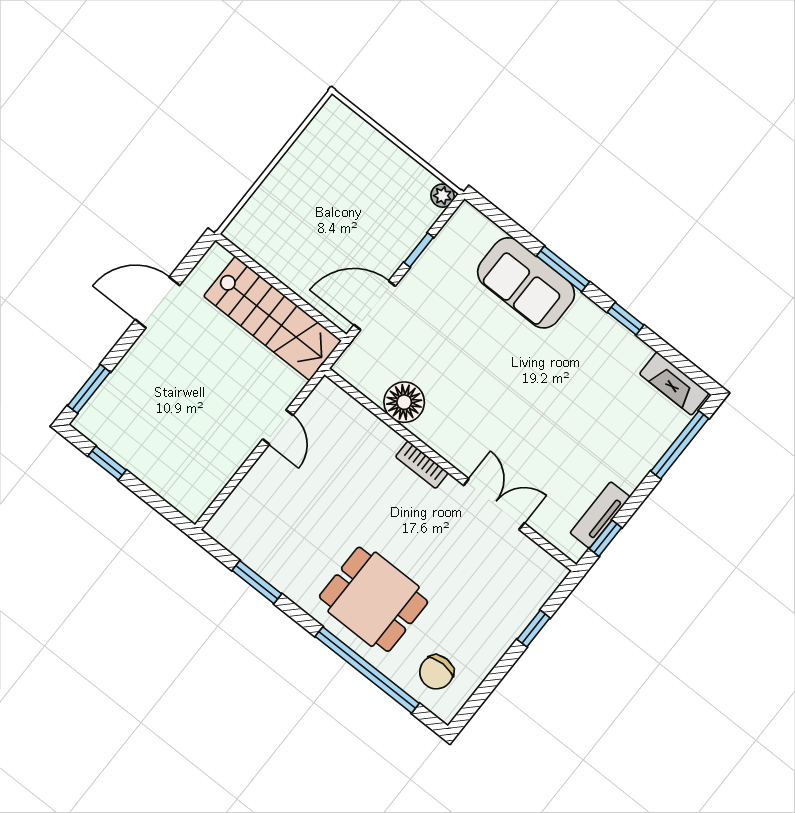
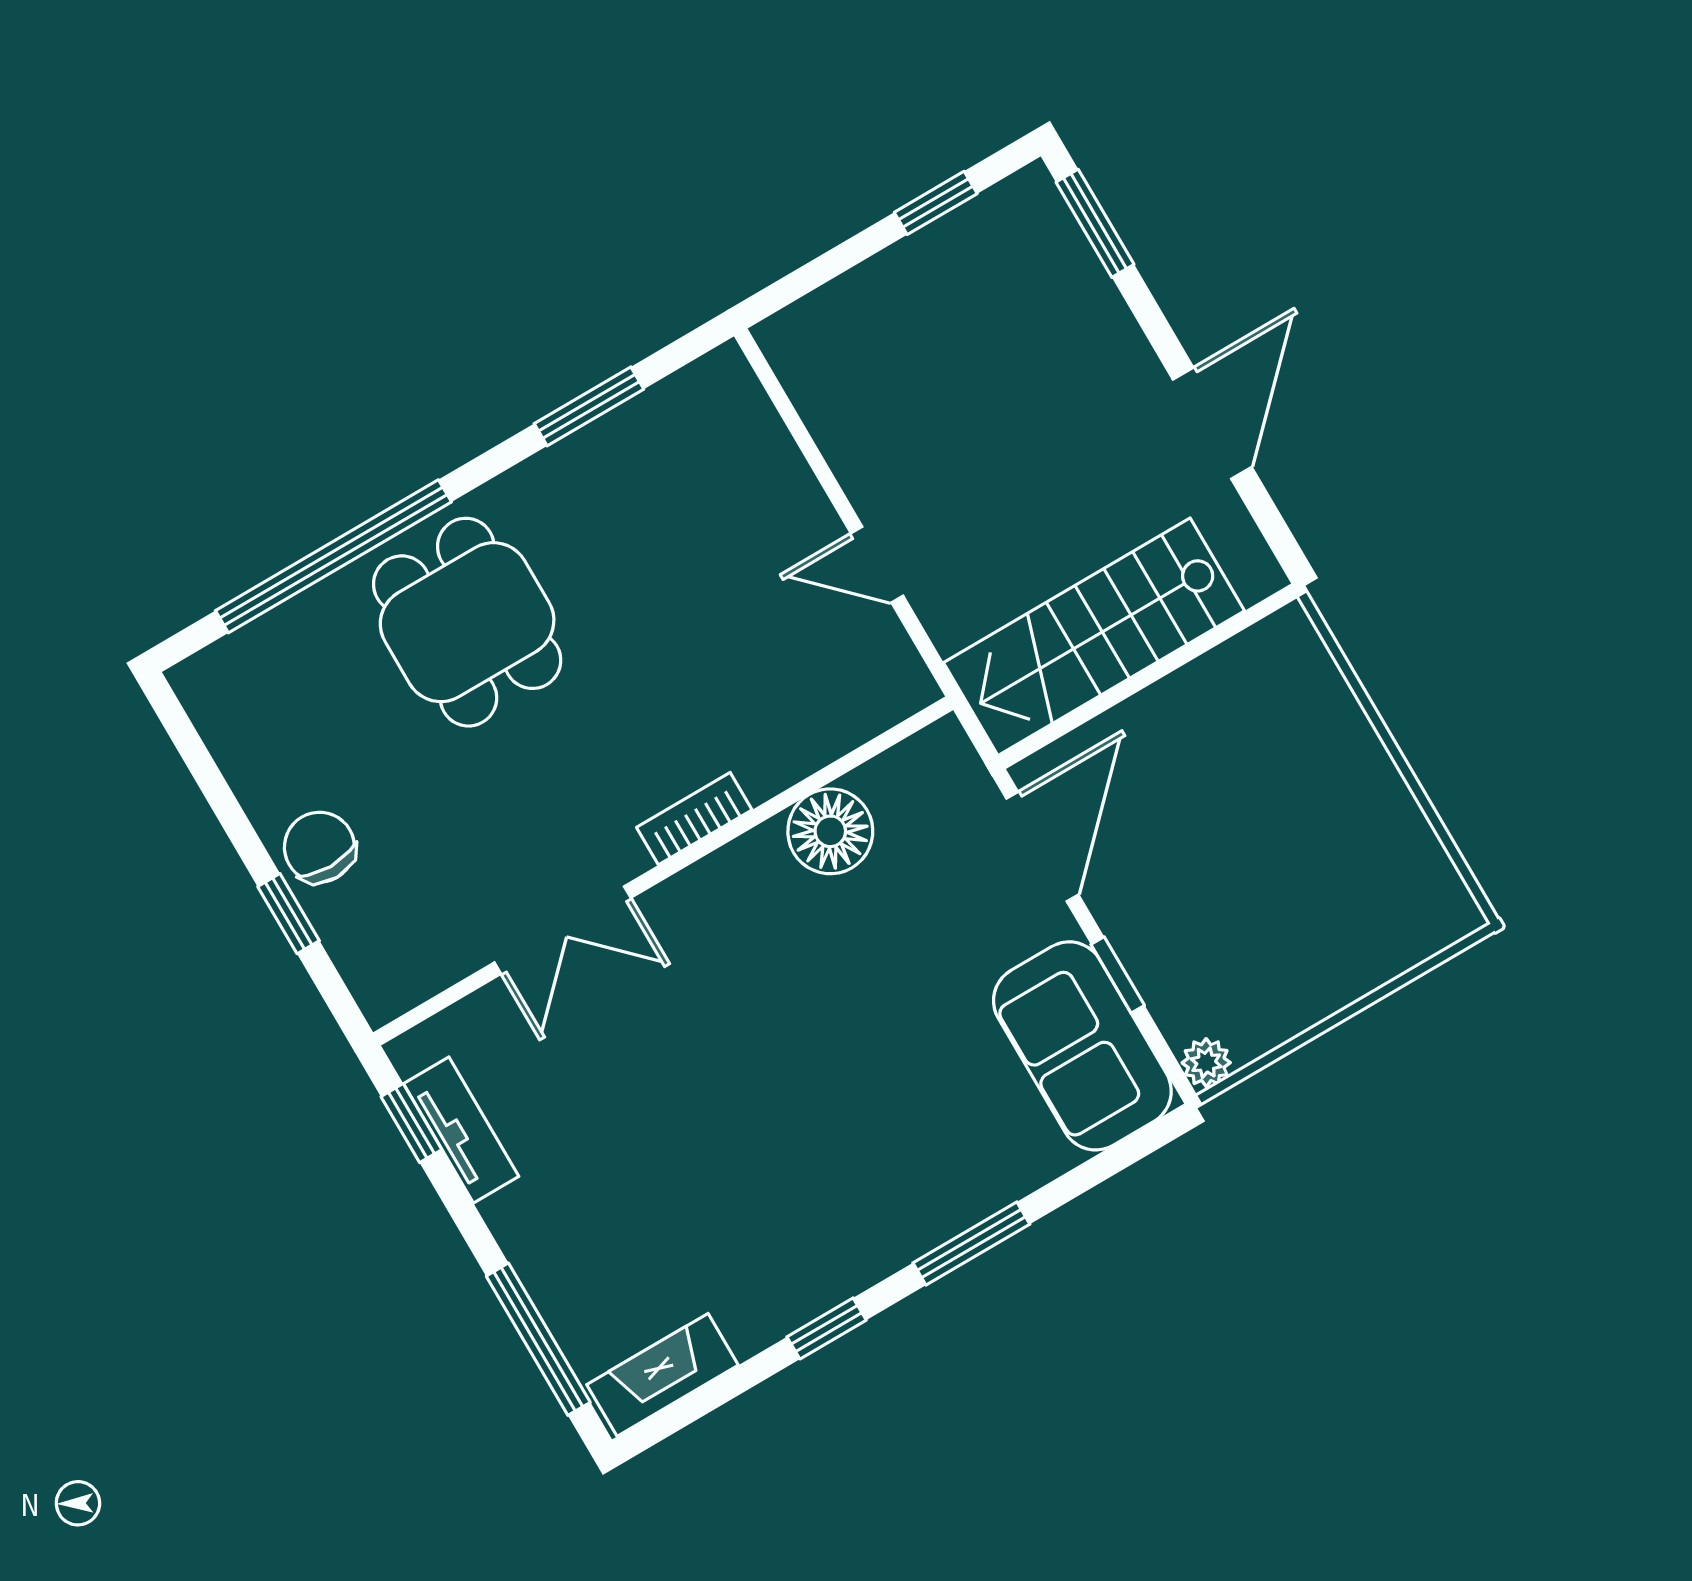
sofa: (526, 283) -> (1082, 1046), moved, turned -90
dining table: (374, 599) -> (467, 622), turned 90
chair: (436, 672) -> (319, 847), moved

